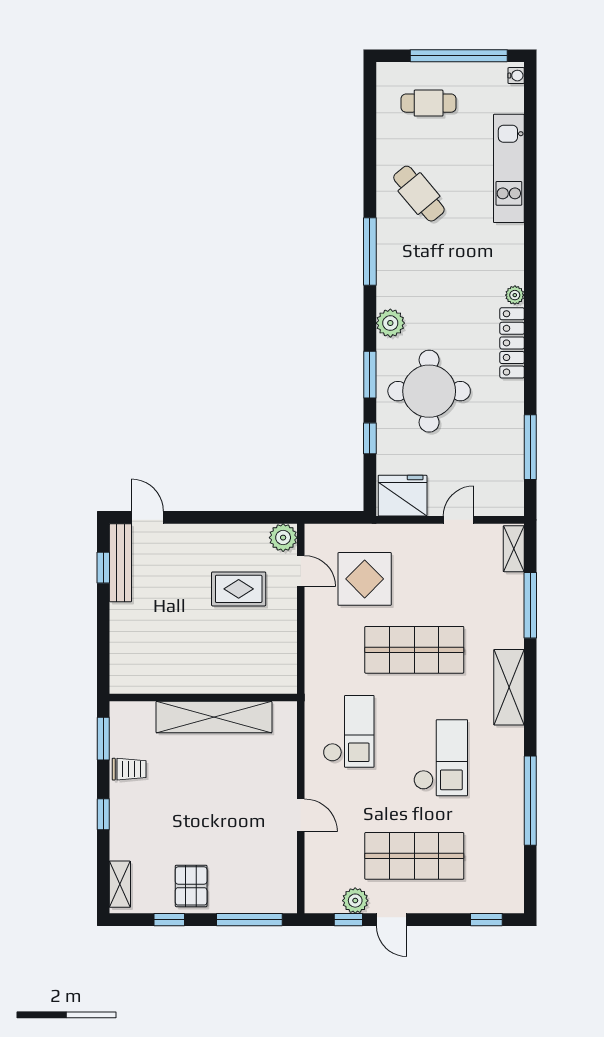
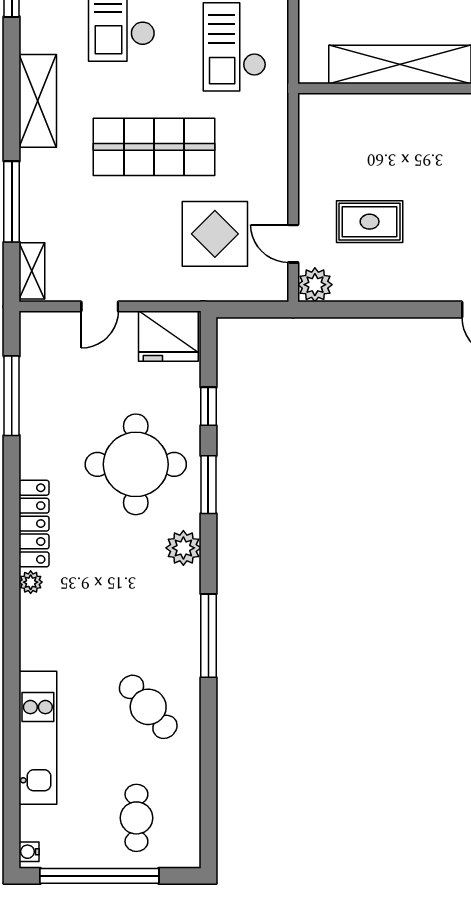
cafe table: (429, 103) -> (136, 818), turned 90

